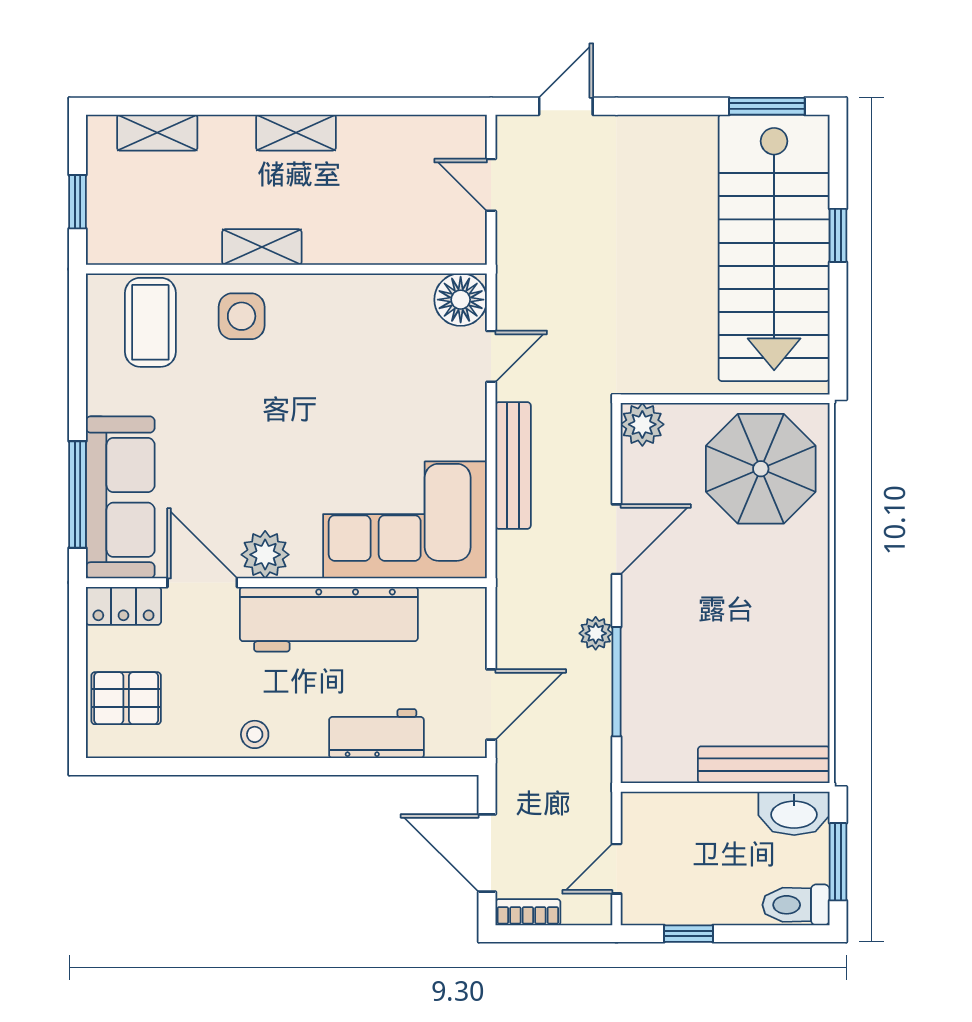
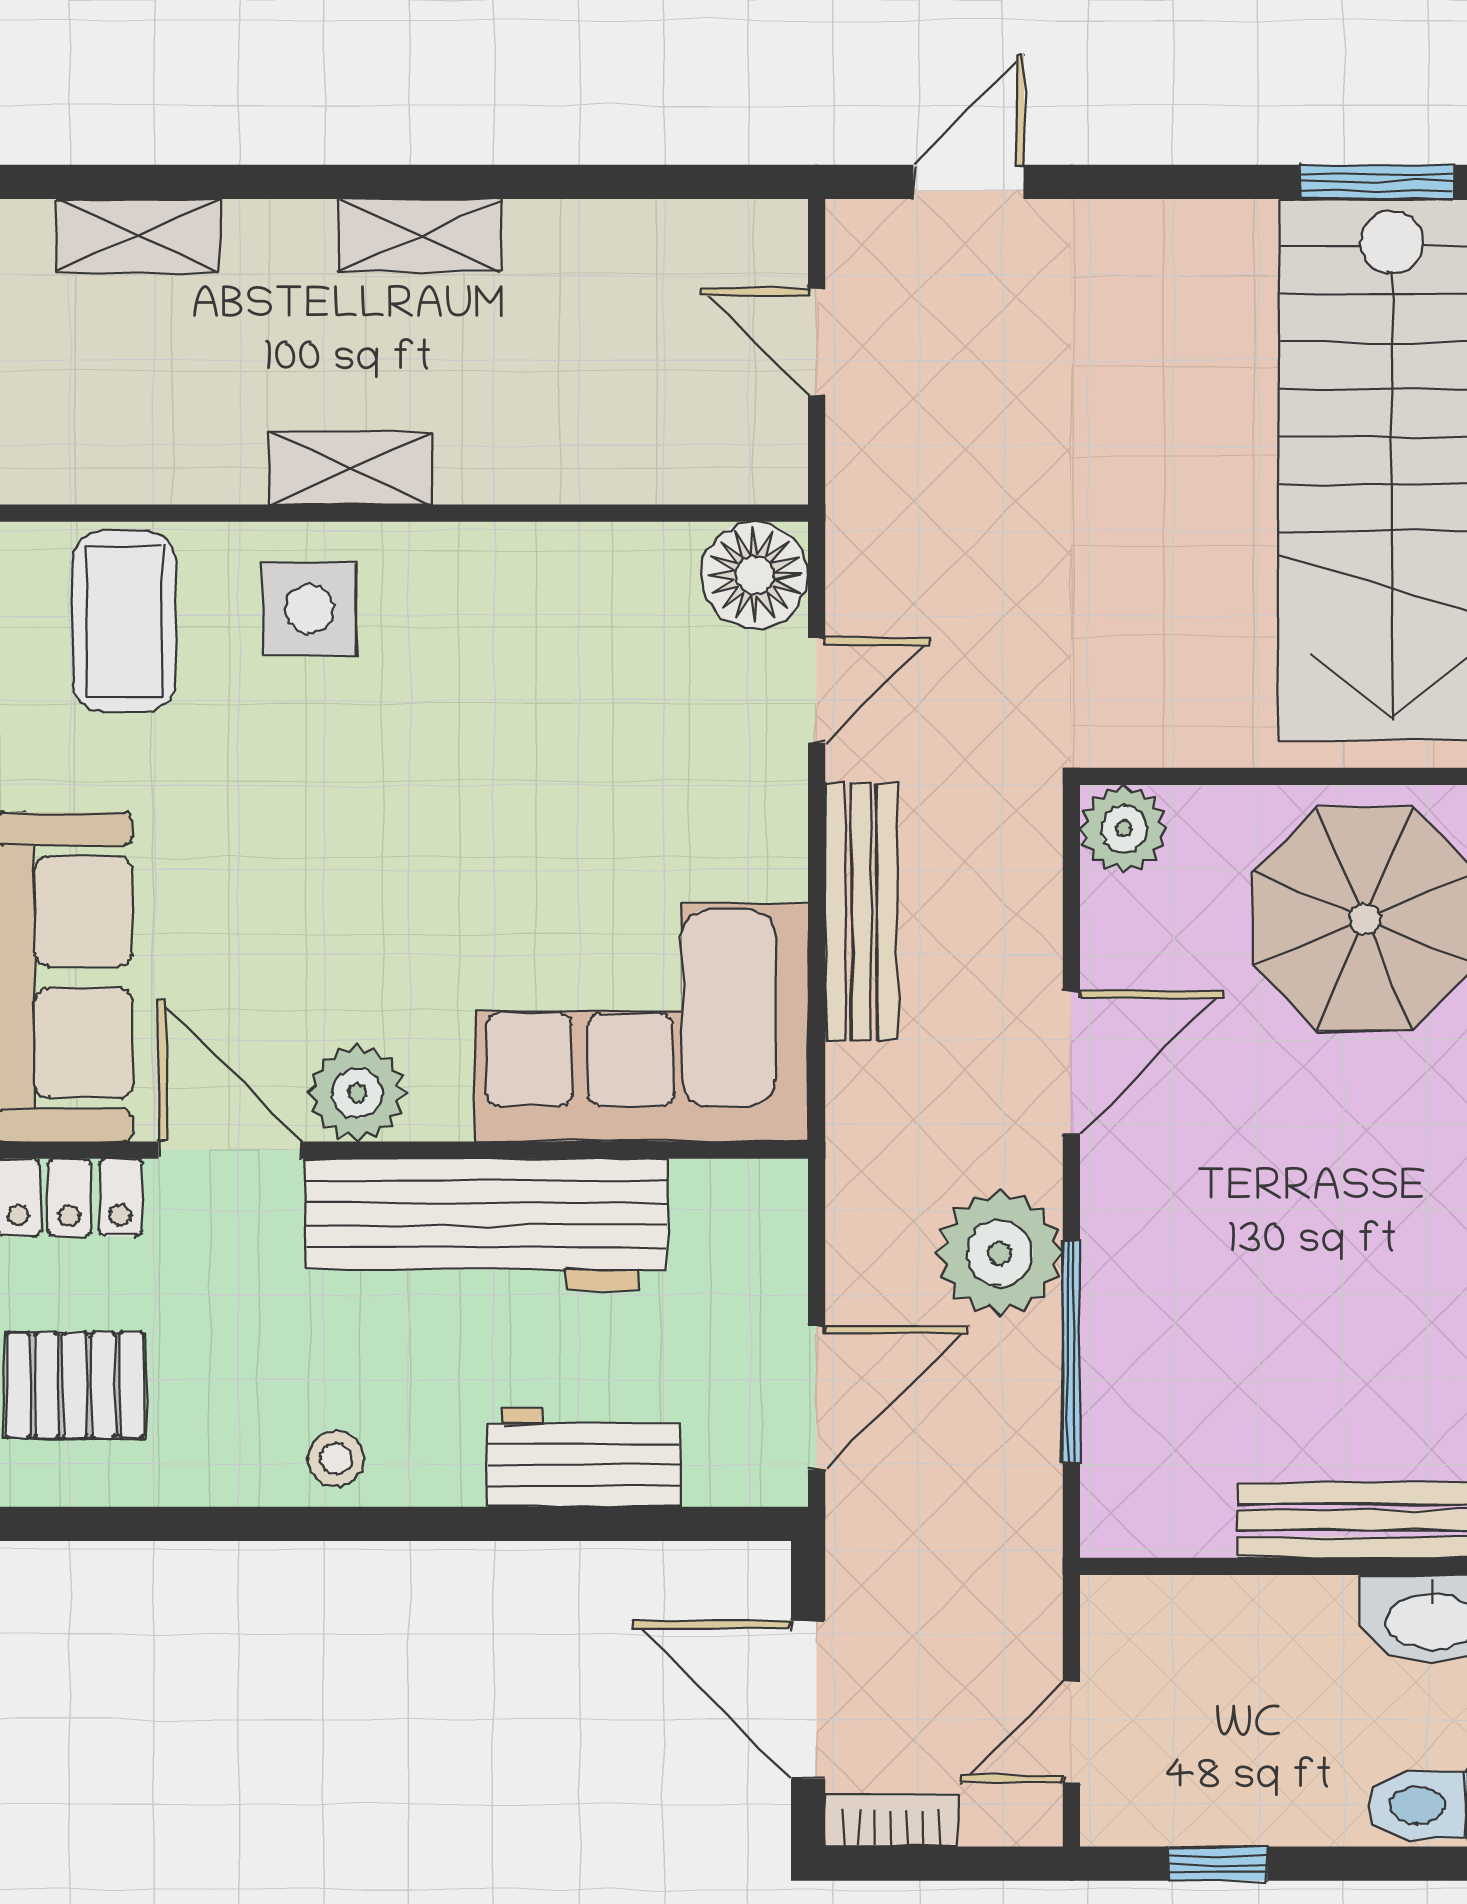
plant: (596, 633) -> (1000, 1253), width x1.88, depth x1.88

